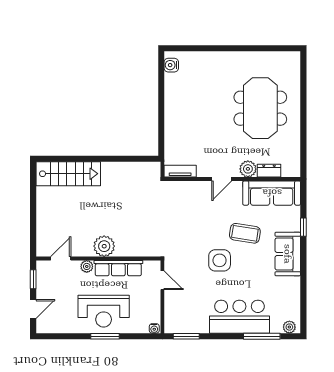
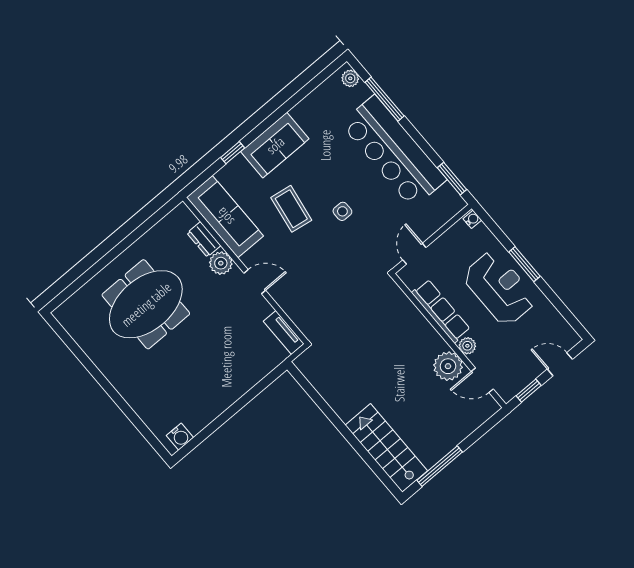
window: (33, 195) -> (440, 466), added
plant: (104, 246) -> (448, 366), moved
side table: (220, 260) -> (342, 211), width x0.54, depth x0.54
bar counter: (239, 317) -> (394, 152), width x1.36

